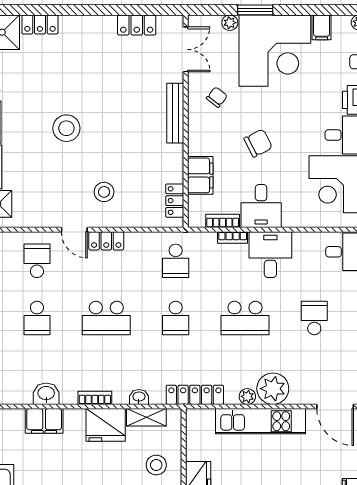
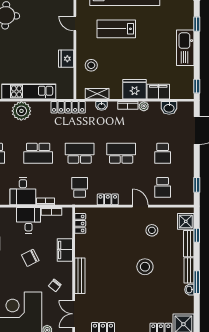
filing cabinet: (200, 175) -> (65, 250), moved
stool: (104, 192) -> (152, 230), moved
locker: (106, 241) -> (108, 199), moved
school desk: (37, 318) -> (163, 153), turned 180
school desk: (176, 318) -> (80, 153), width x1.85
school desk: (245, 318) -> (38, 153), turned 180
washbasin: (46, 394) -> (169, 108), moved
plant: (247, 396) -> (144, 106), moved
fridge: (106, 425) -> (135, 89), moved

